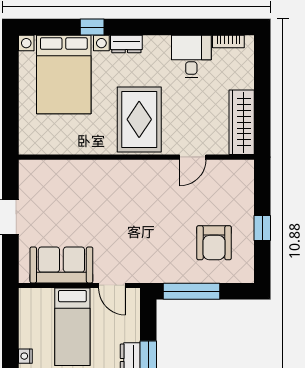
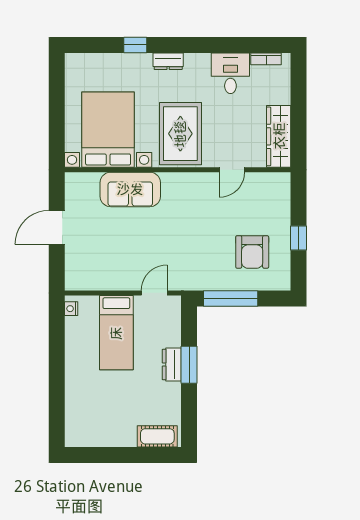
bed with nightstands: (64, 75) -> (108, 130), moved, turned 180
sofa: (61, 265) -> (130, 189), moved, turned 180
door: (112, 285) -> (154, 293), swing flipped
nightstand: (25, 356) -> (71, 309), moved

